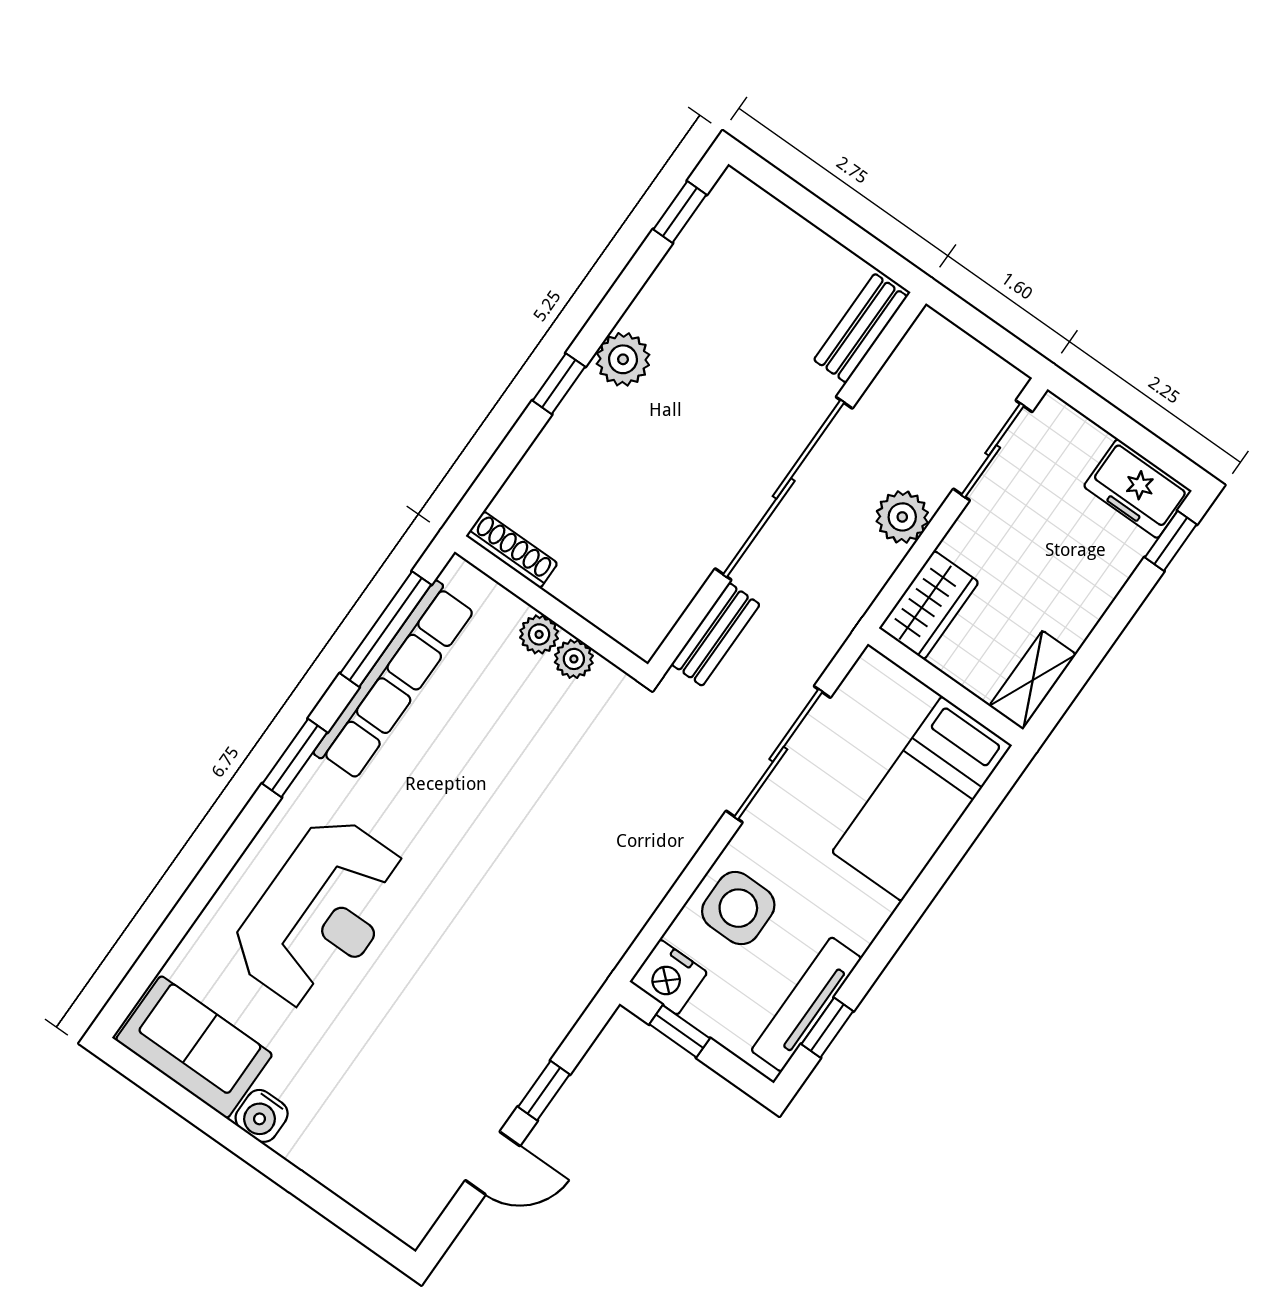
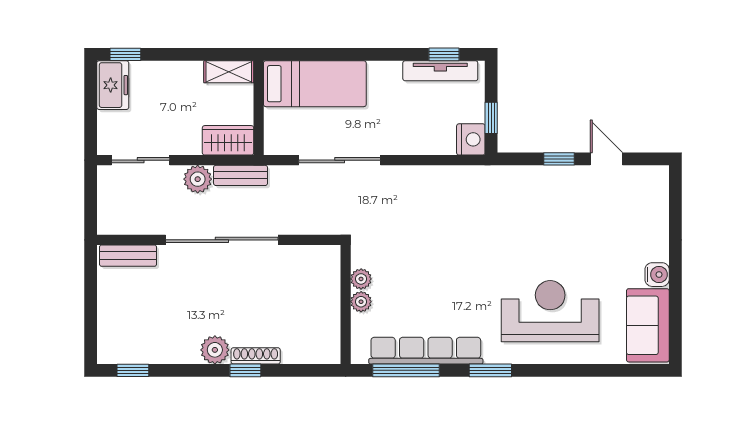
shoe rack: (512, 550) -> (256, 356), moved, turned 90
bench: (716, 634) -> (241, 175), moved
side table: (738, 908) -> (419, 130), removed

